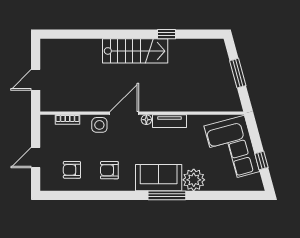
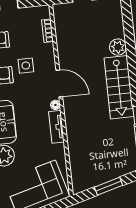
plant: (93, 47) -> (118, 47), added
side table: (99, 125) -> (26, 66), moved

